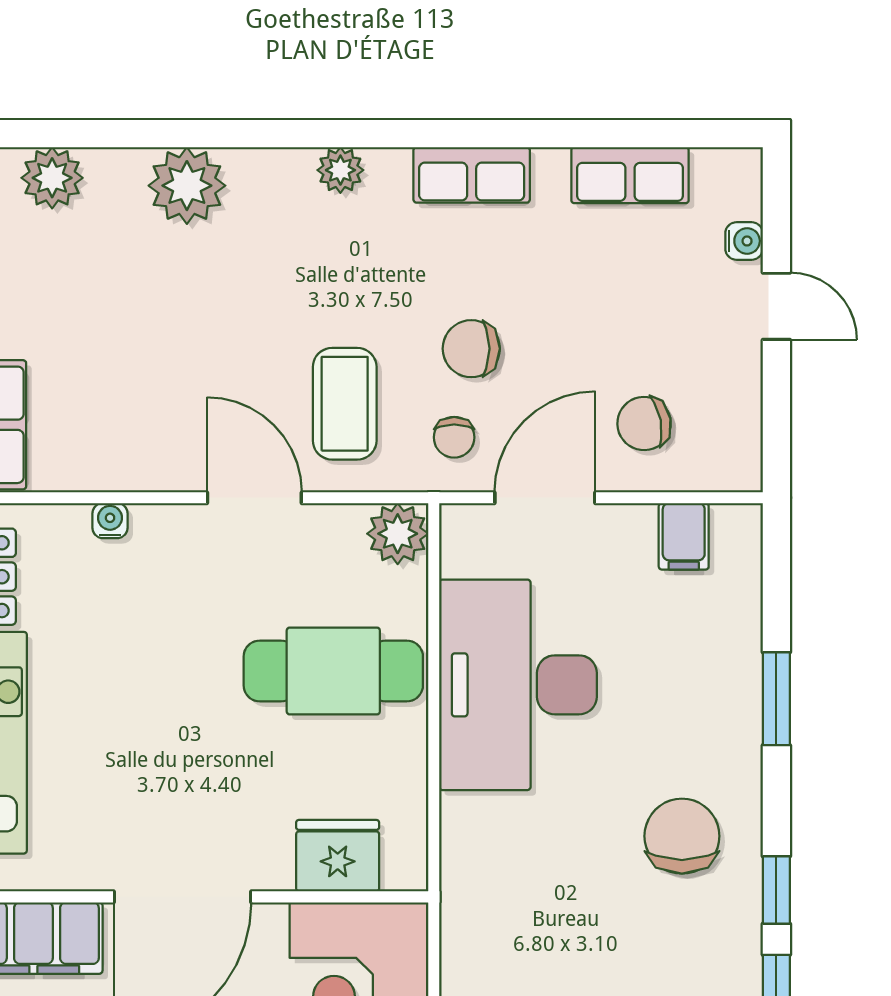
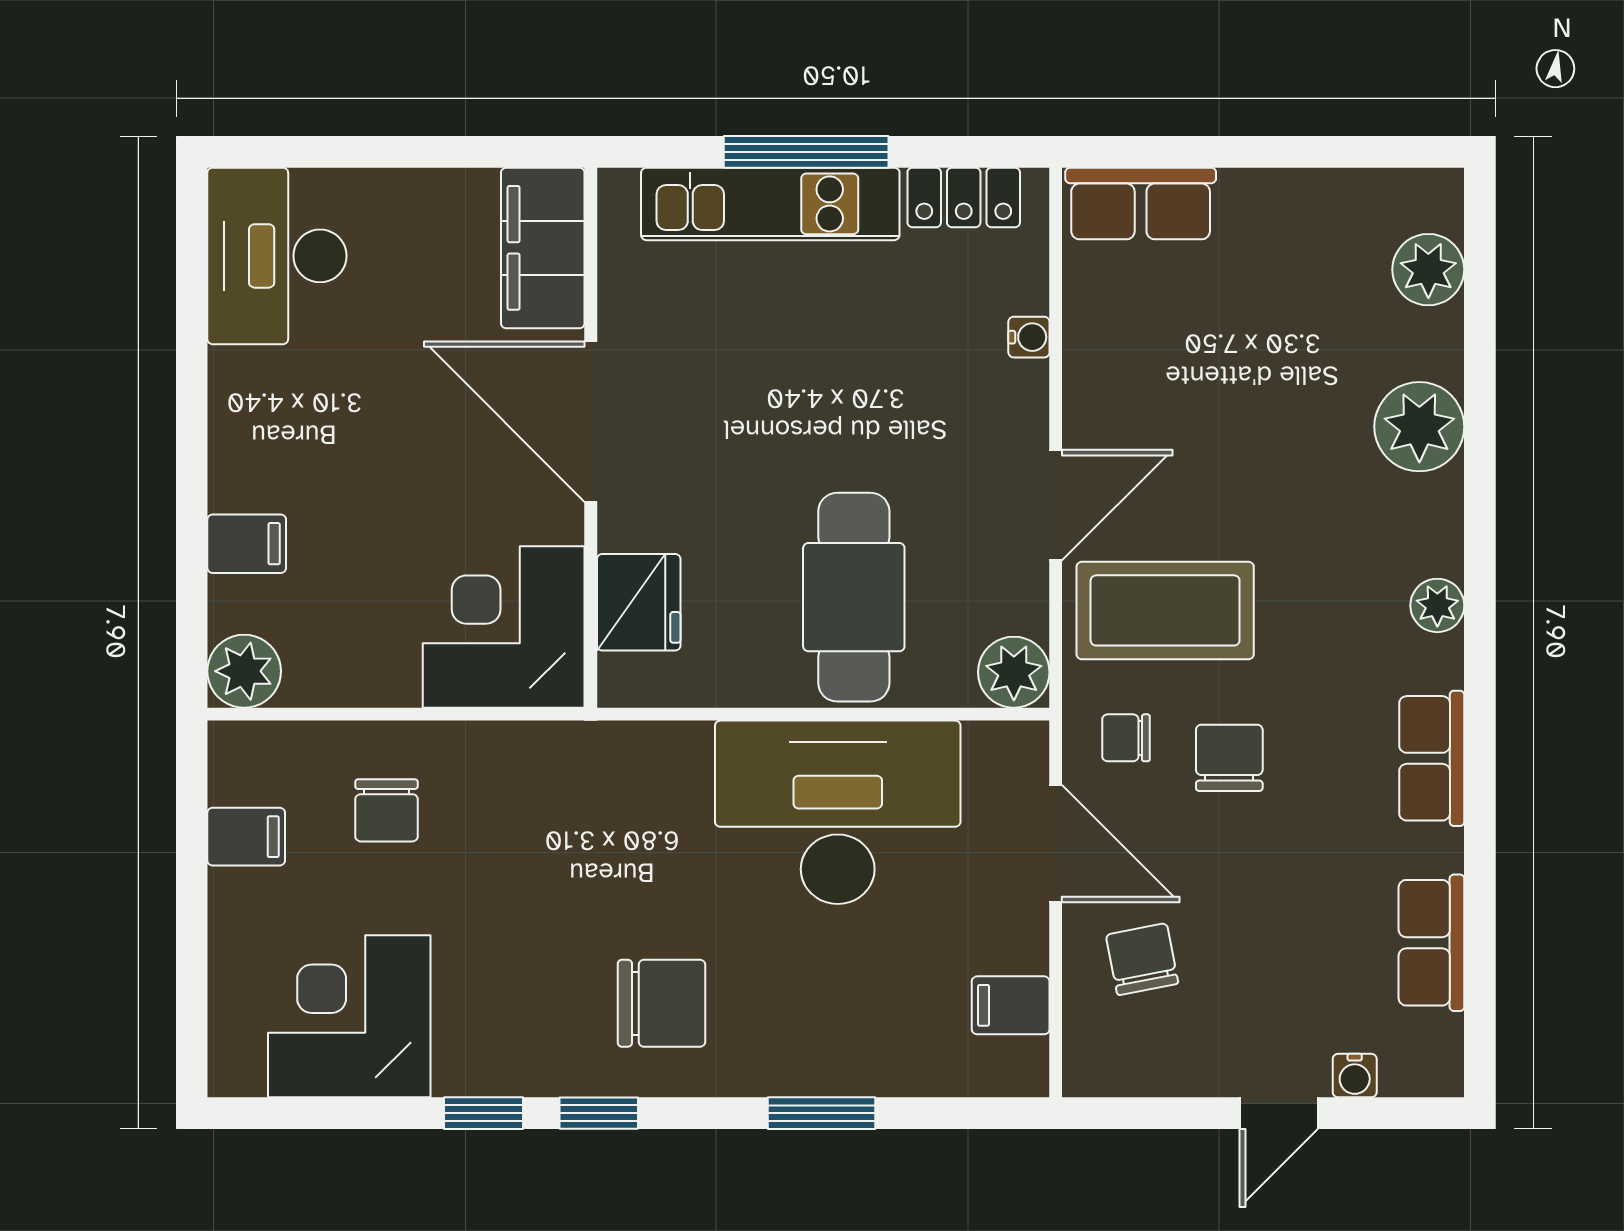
coffee table: (345, 404) -> (1165, 610), width x1.36, depth x1.32

